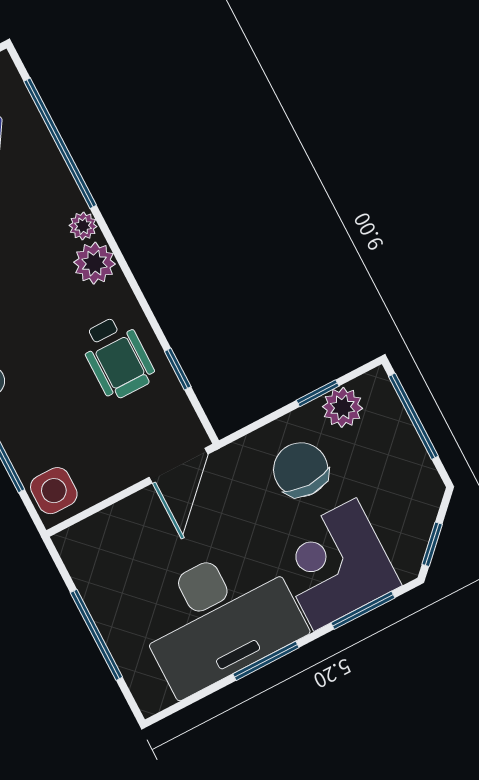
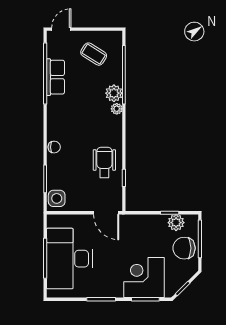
plant: (94, 263) -> (114, 93), moved
wheelchair: (117, 357) -> (104, 162), turned 180
door: (179, 466) -> (106, 213), hinge flipped
chair: (301, 470) -> (184, 248), moved, turned -90
desk: (219, 618) -> (69, 259), moved, turned 90

